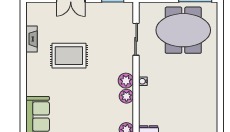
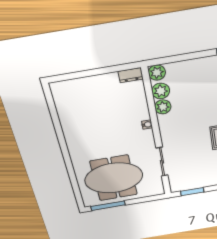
plant: (126, 81) -> (161, 91), moved

